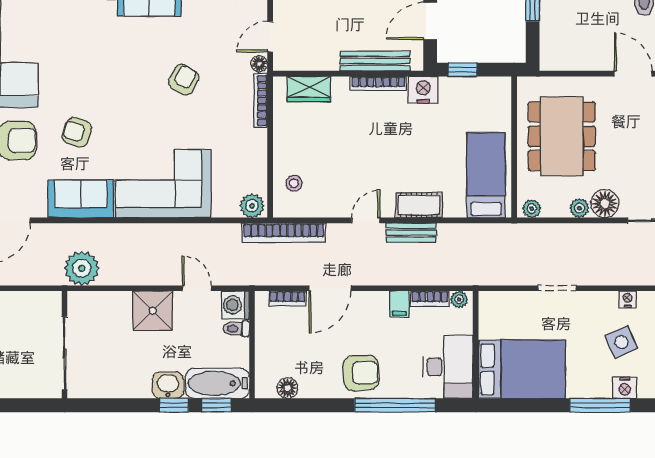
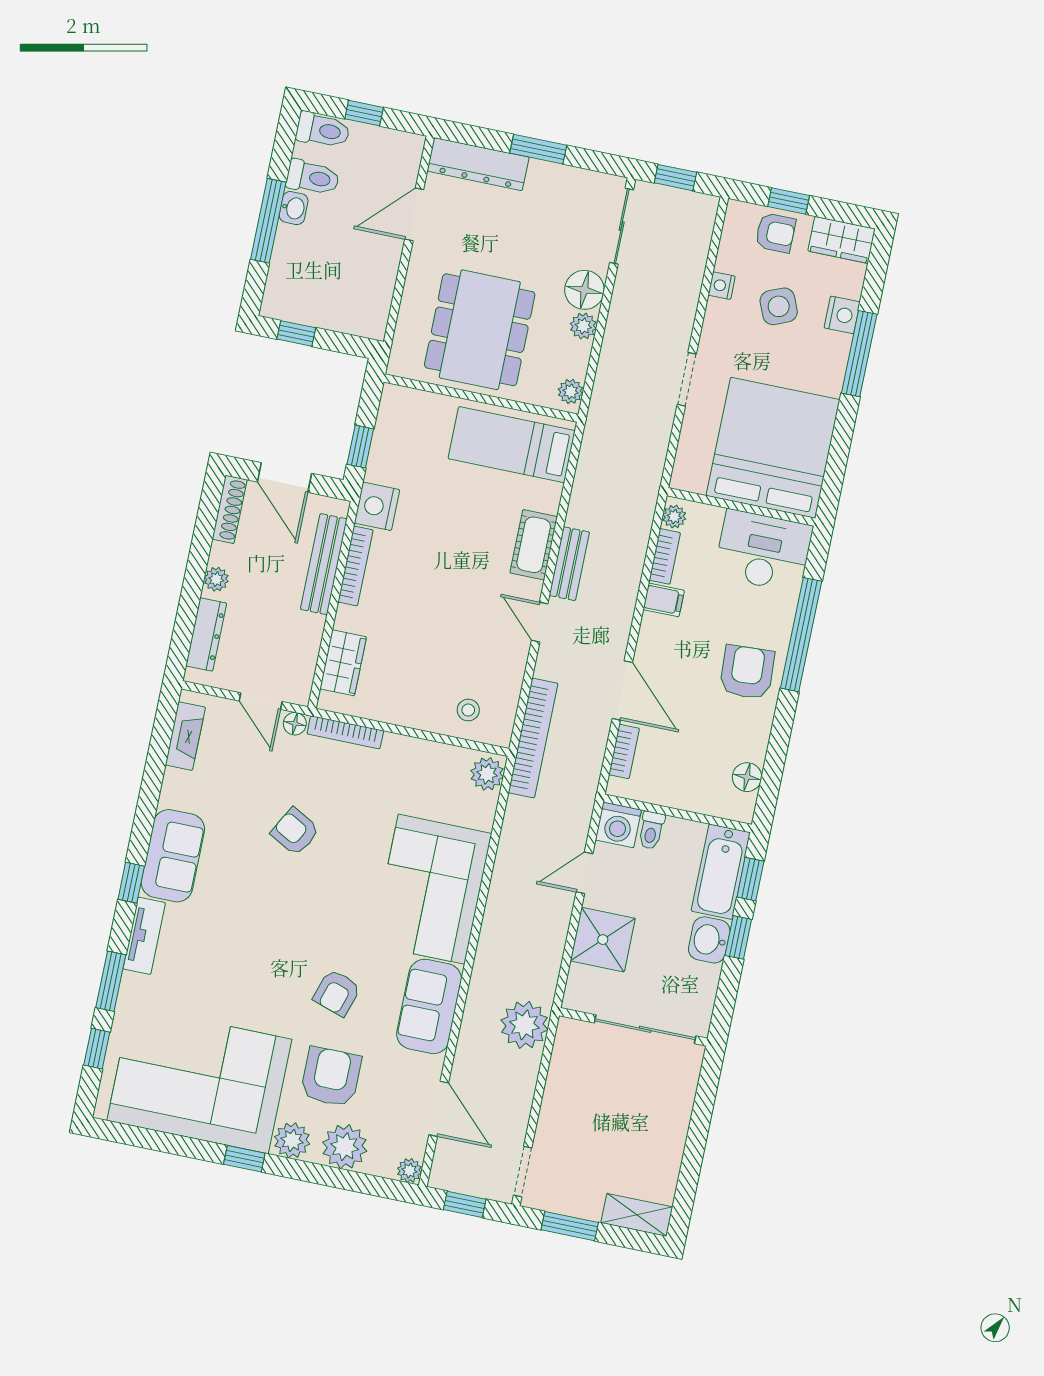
dining table: (562, 136) -> (480, 330), turned 90
wall: (64, 345) -> (633, 1027), moved
sliding door: (64, 353) -> (645, 1029), moved
bed: (522, 369) -> (773, 448), width x1.36

